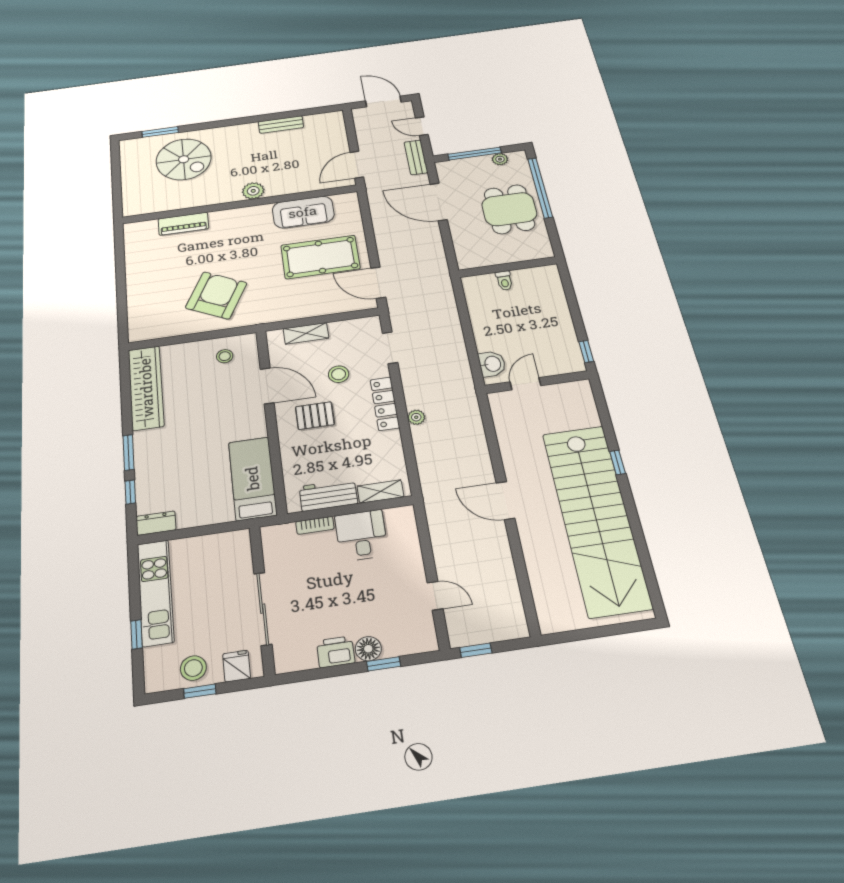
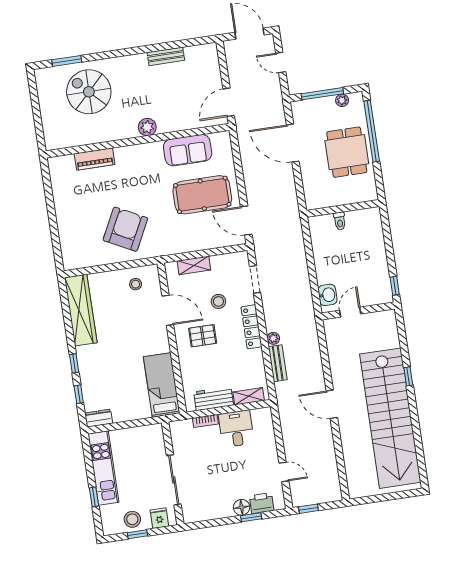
bench: (416, 157) -> (278, 363), moved
spiral stairs: (184, 159) -> (89, 92), turned 180
window: (128, 453) -> (74, 363), width x0.67
printer: (336, 652) -> (262, 503), moved

